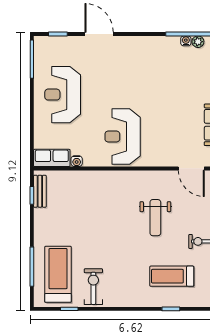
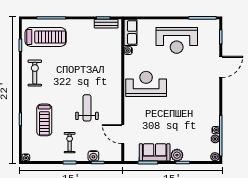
reception desk: (63, 95) -> (177, 40), turned 180
door: (191, 168) -> (123, 134), hinge flipped
weight bench: (155, 218) -> (87, 108), turned 90
treadmill: (172, 276) -> (44, 120), turned 180
exercise bike: (93, 287) -> (35, 73), moved, turned -90

